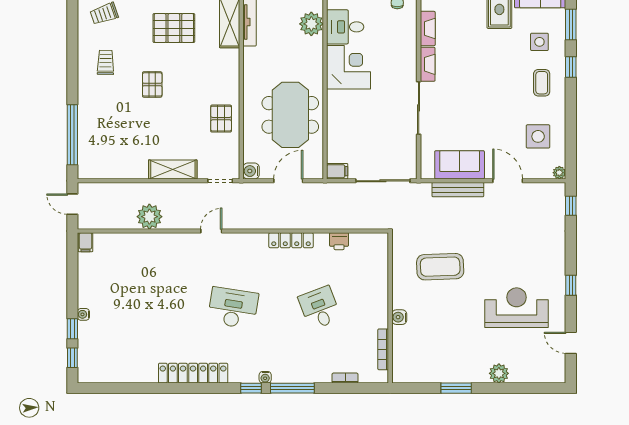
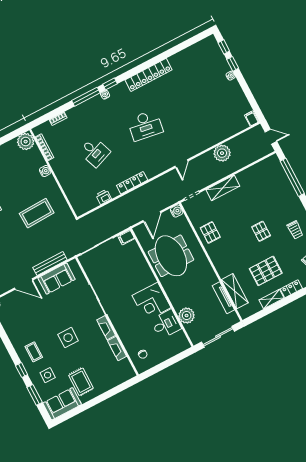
side table: (538, 136) -> (68, 338), moved
plant: (405, 370) -> (26, 142), added

